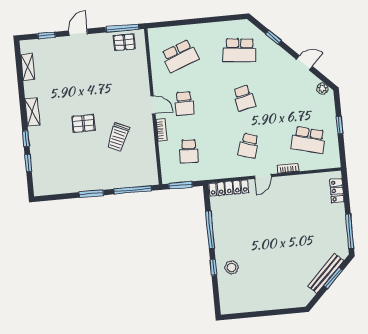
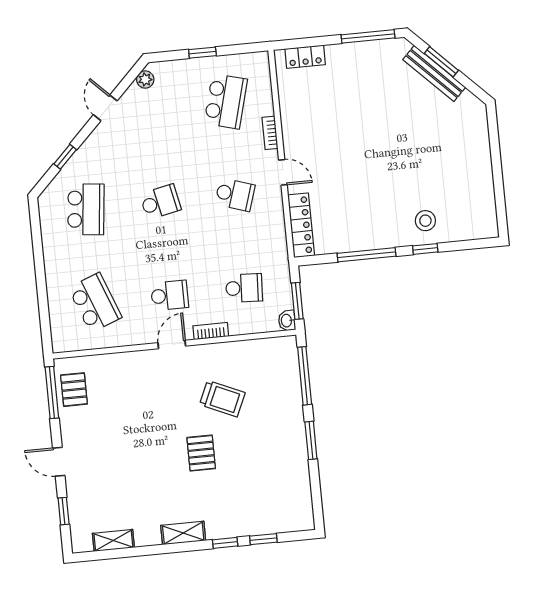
washbasin: (168, 179) -> (287, 321), added

